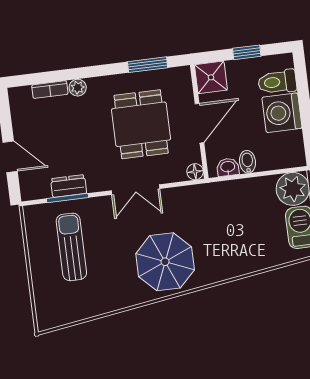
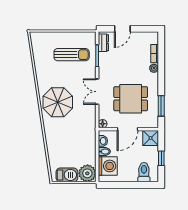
washing machine: (282, 113) -> (108, 166), moved, turned 90
door: (199, 123) -> (127, 129), hinge flipped
dresser: (69, 186) -> (103, 43), moved

